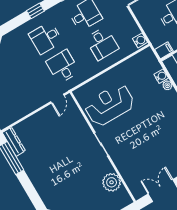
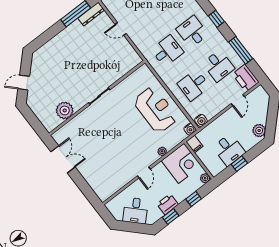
water cooler: (161, 76) -> (190, 129), moved
door: (57, 99) -> (121, 29), moved
reception desk: (110, 105) -> (155, 110), moved

